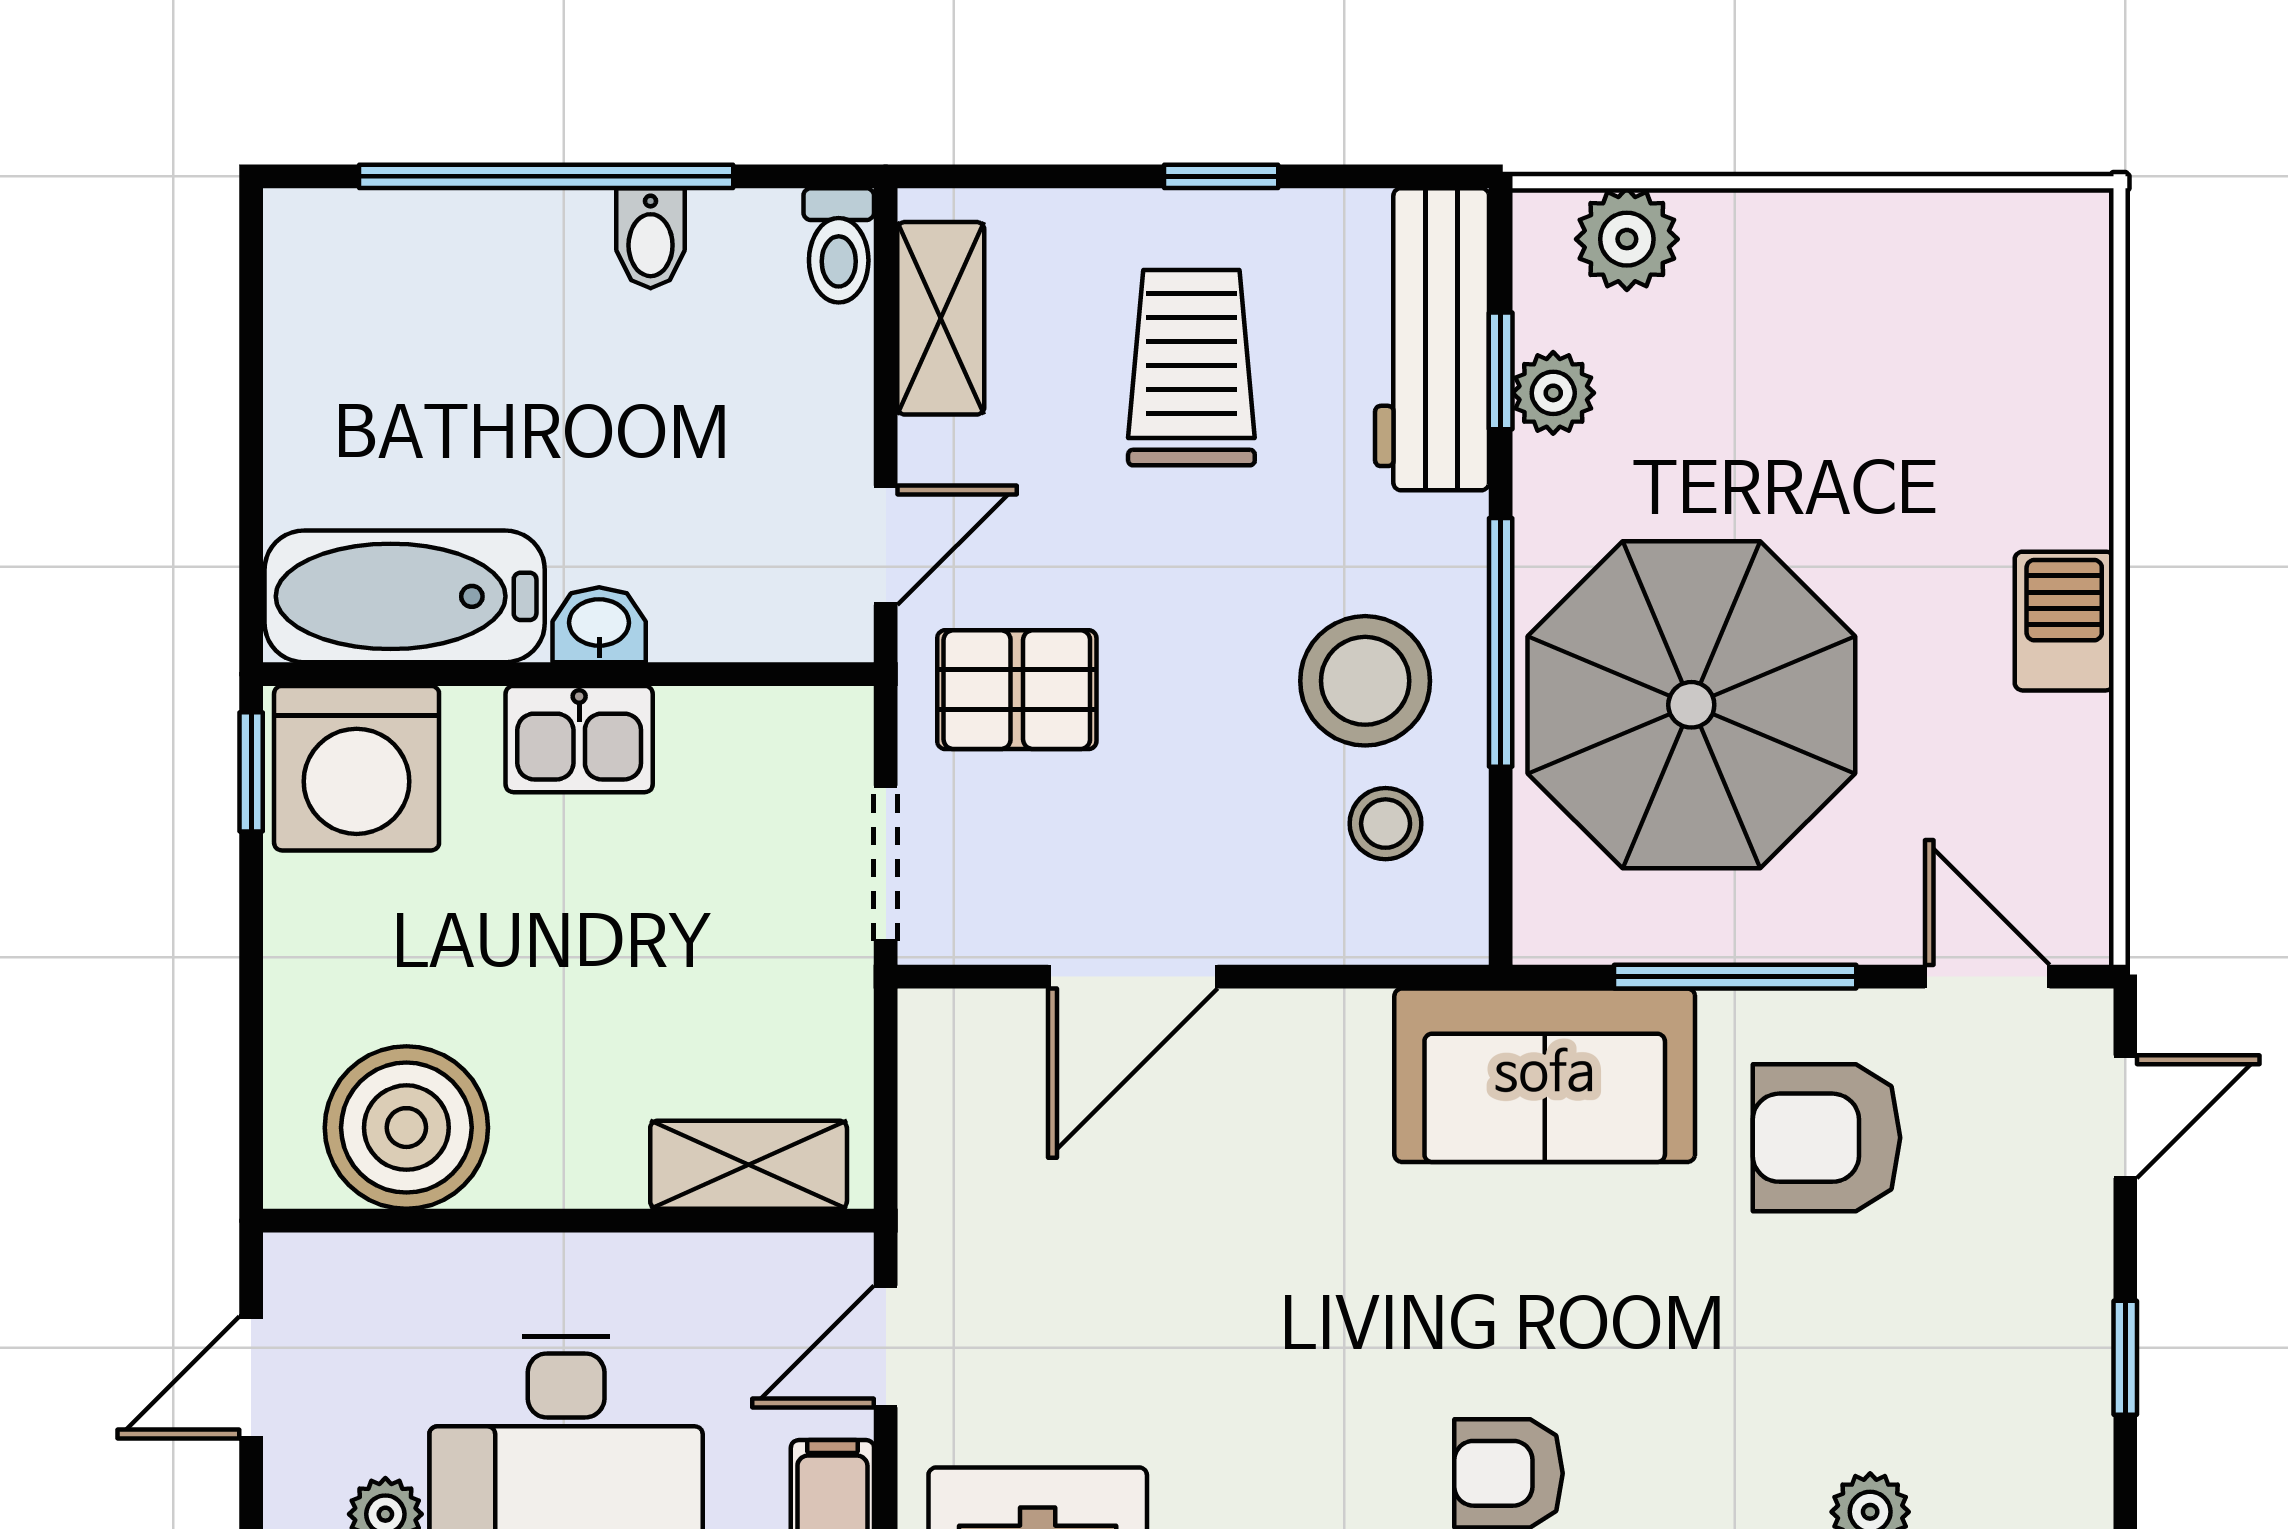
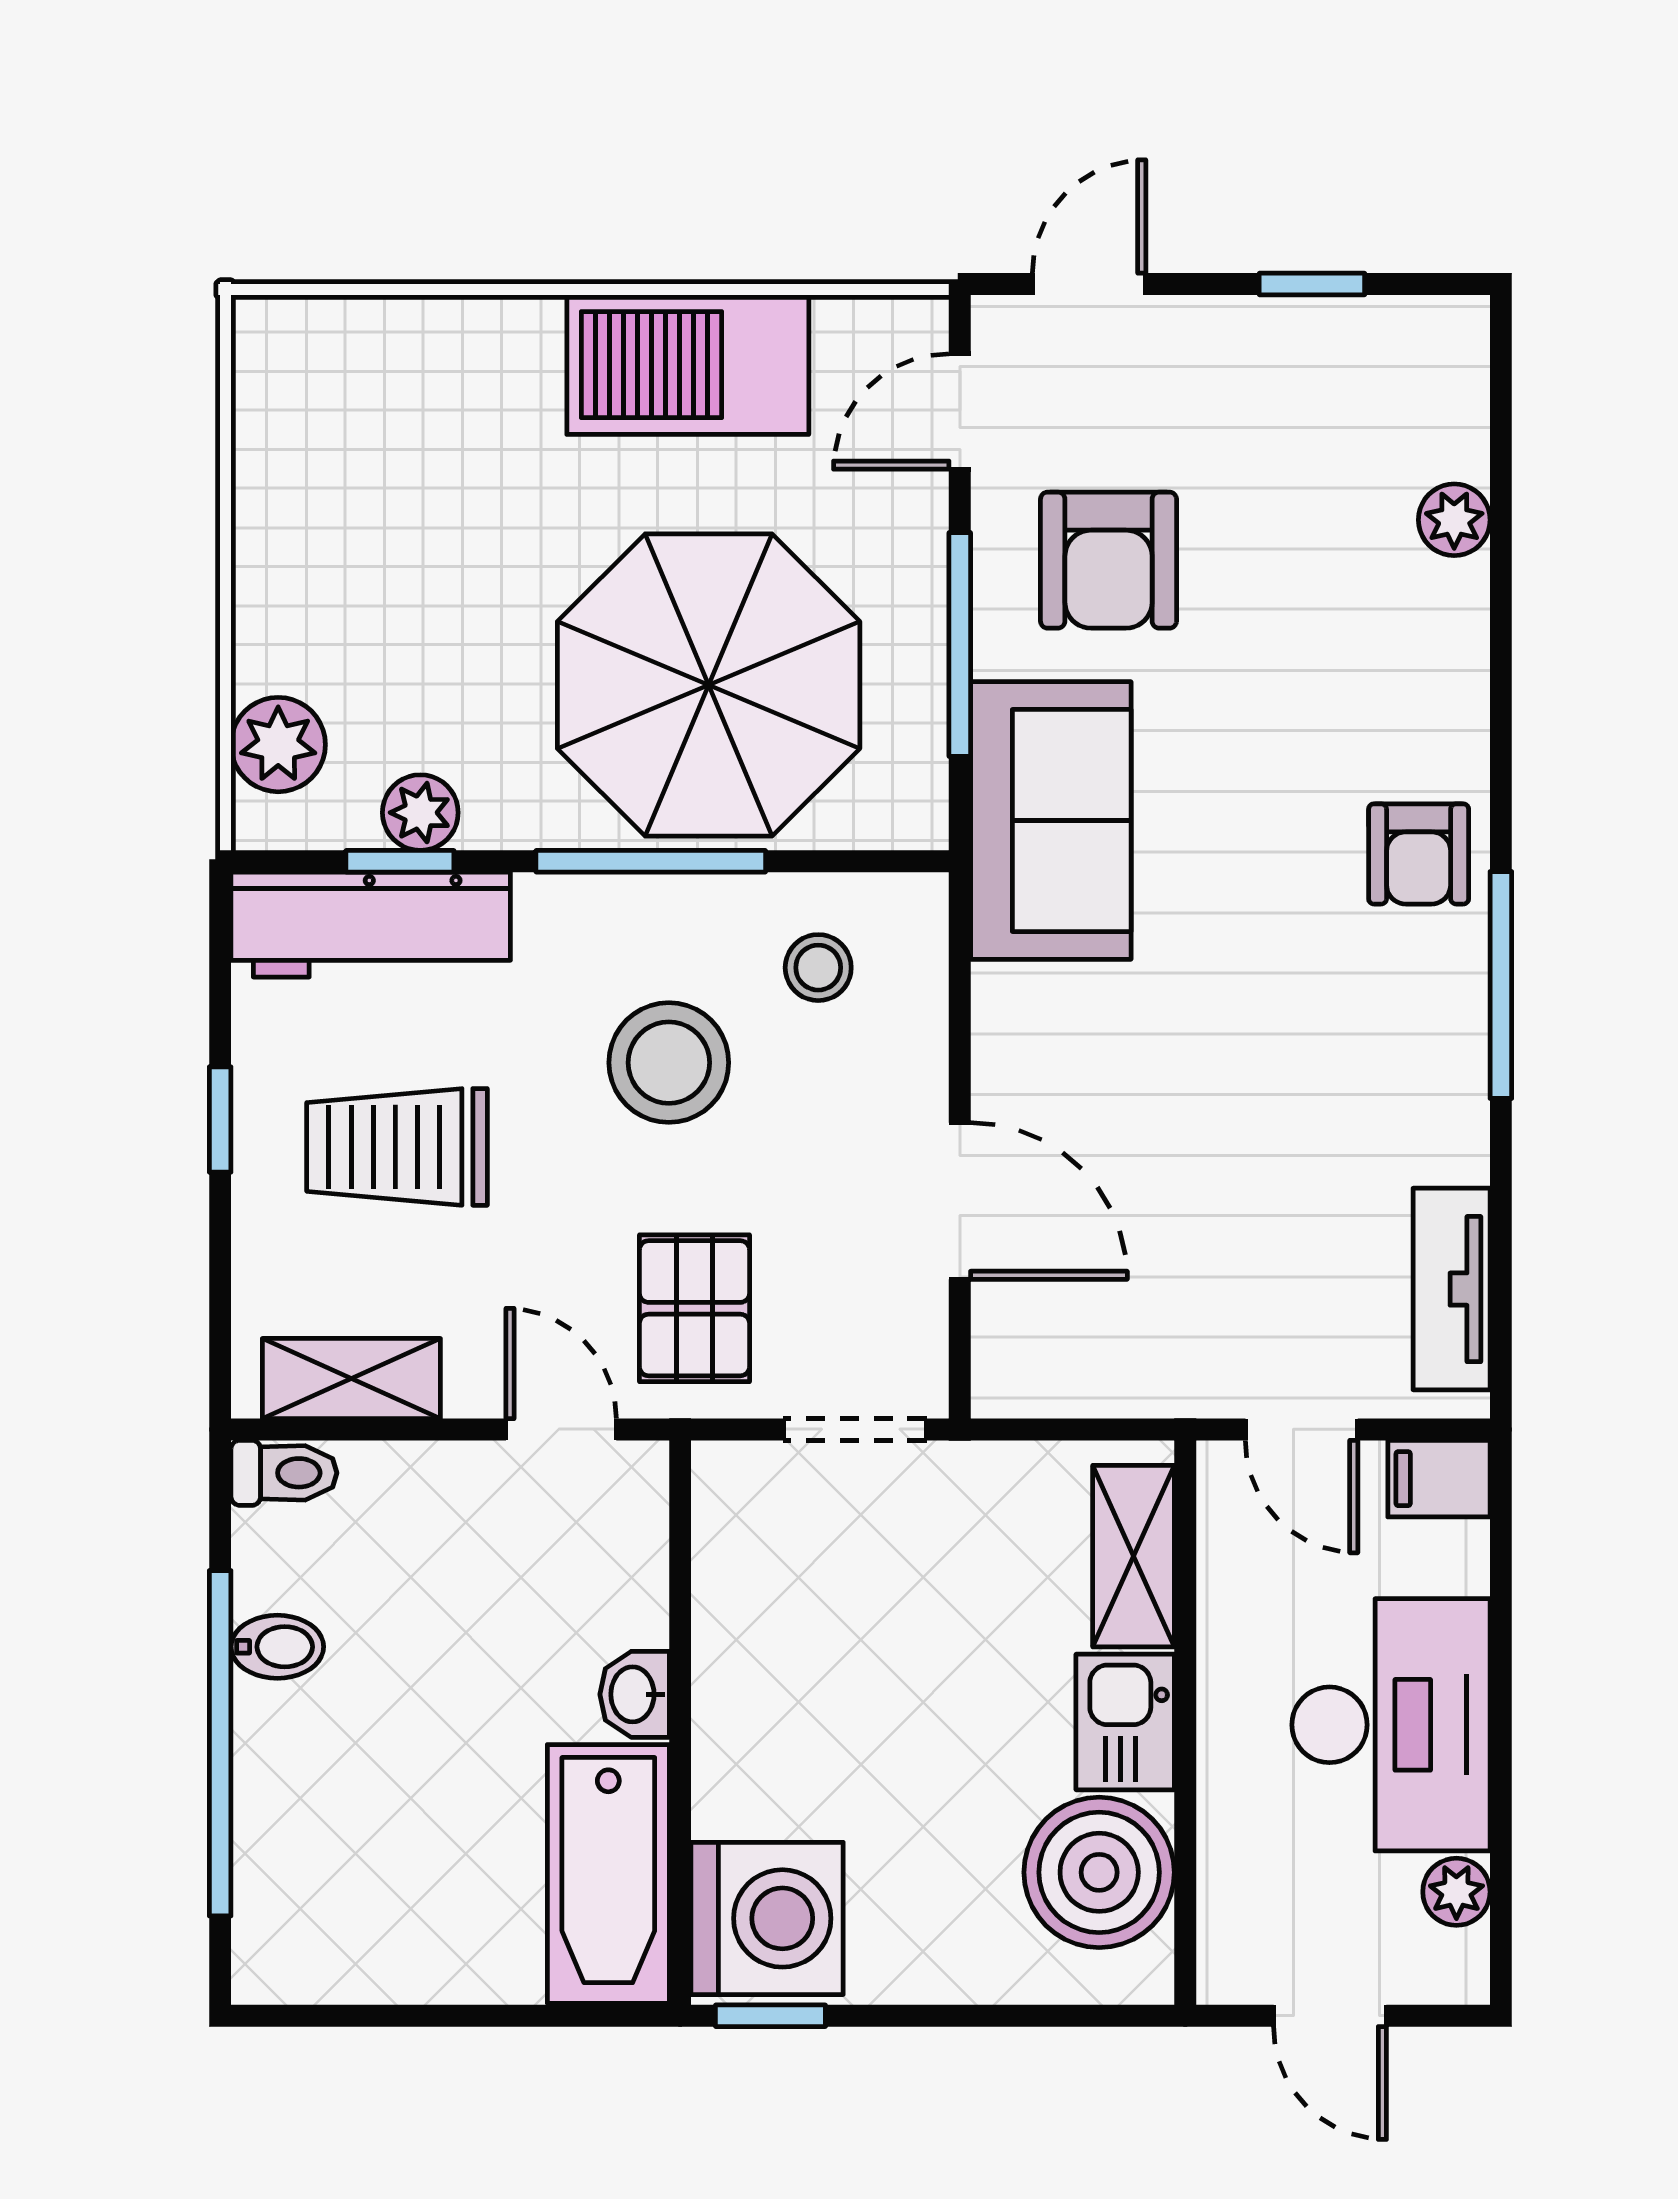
barbecue: (2064, 621) -> (688, 365), width x1.88, depth x1.53
stool: (1365, 681) -> (669, 1063), moved
kitchen sink: (579, 739) -> (1125, 1722), moved, turned 180
door: (2125, 1117) -> (1089, 284), hinge flipped

